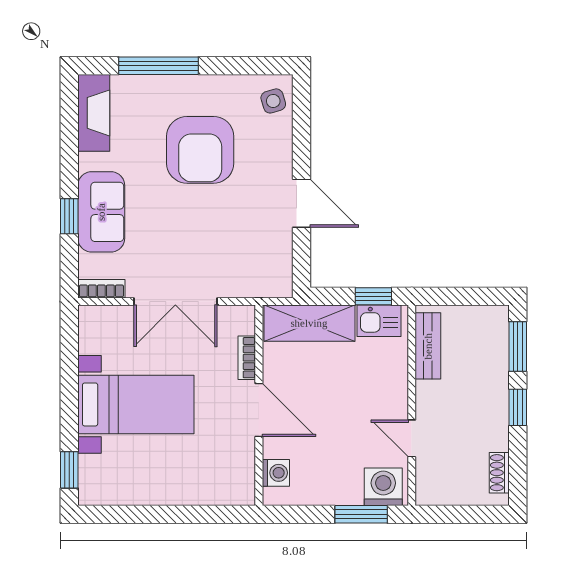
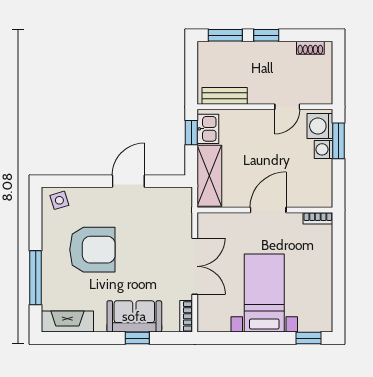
bookcase: (247, 358) -> (318, 218), moved
washing machine: (276, 473) -> (323, 149), moved, turned -90

